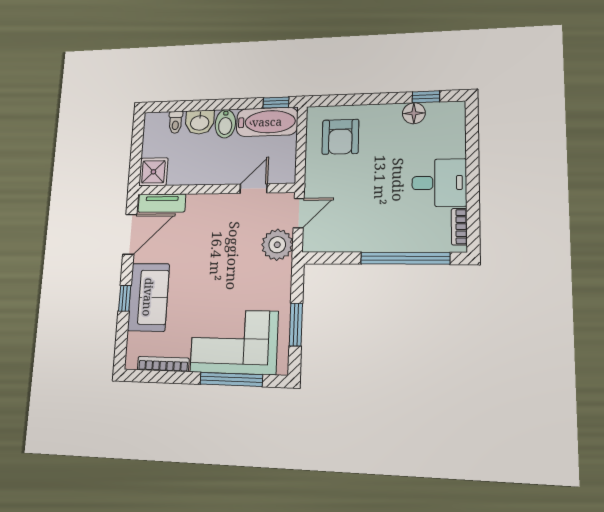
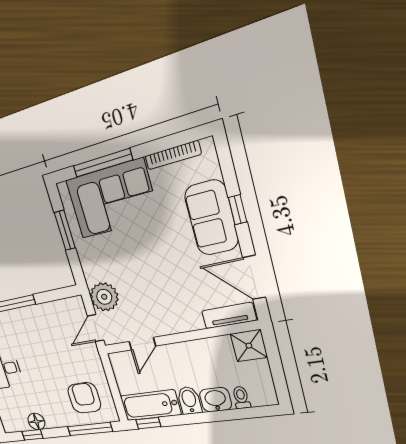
window: (347, 100) -> (90, 429), added
door: (130, 234) -> (254, 277), hinge flipped

